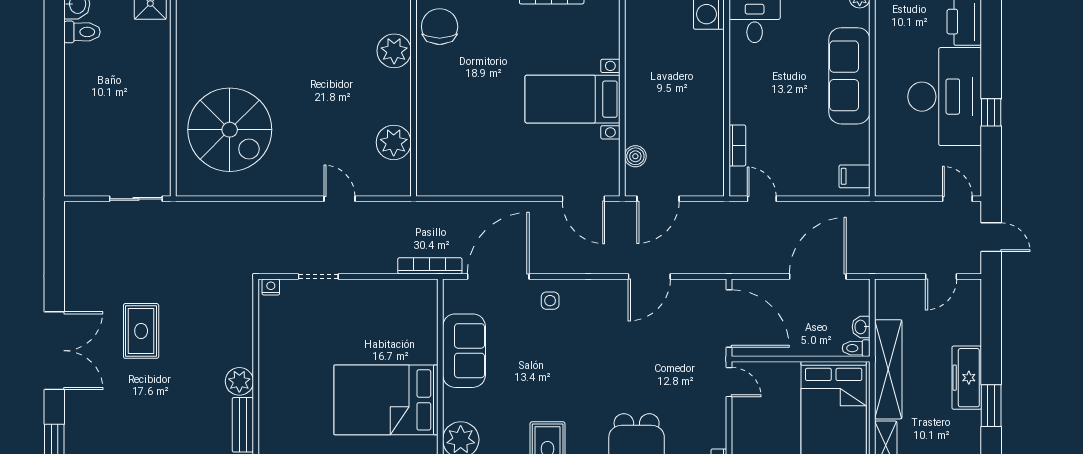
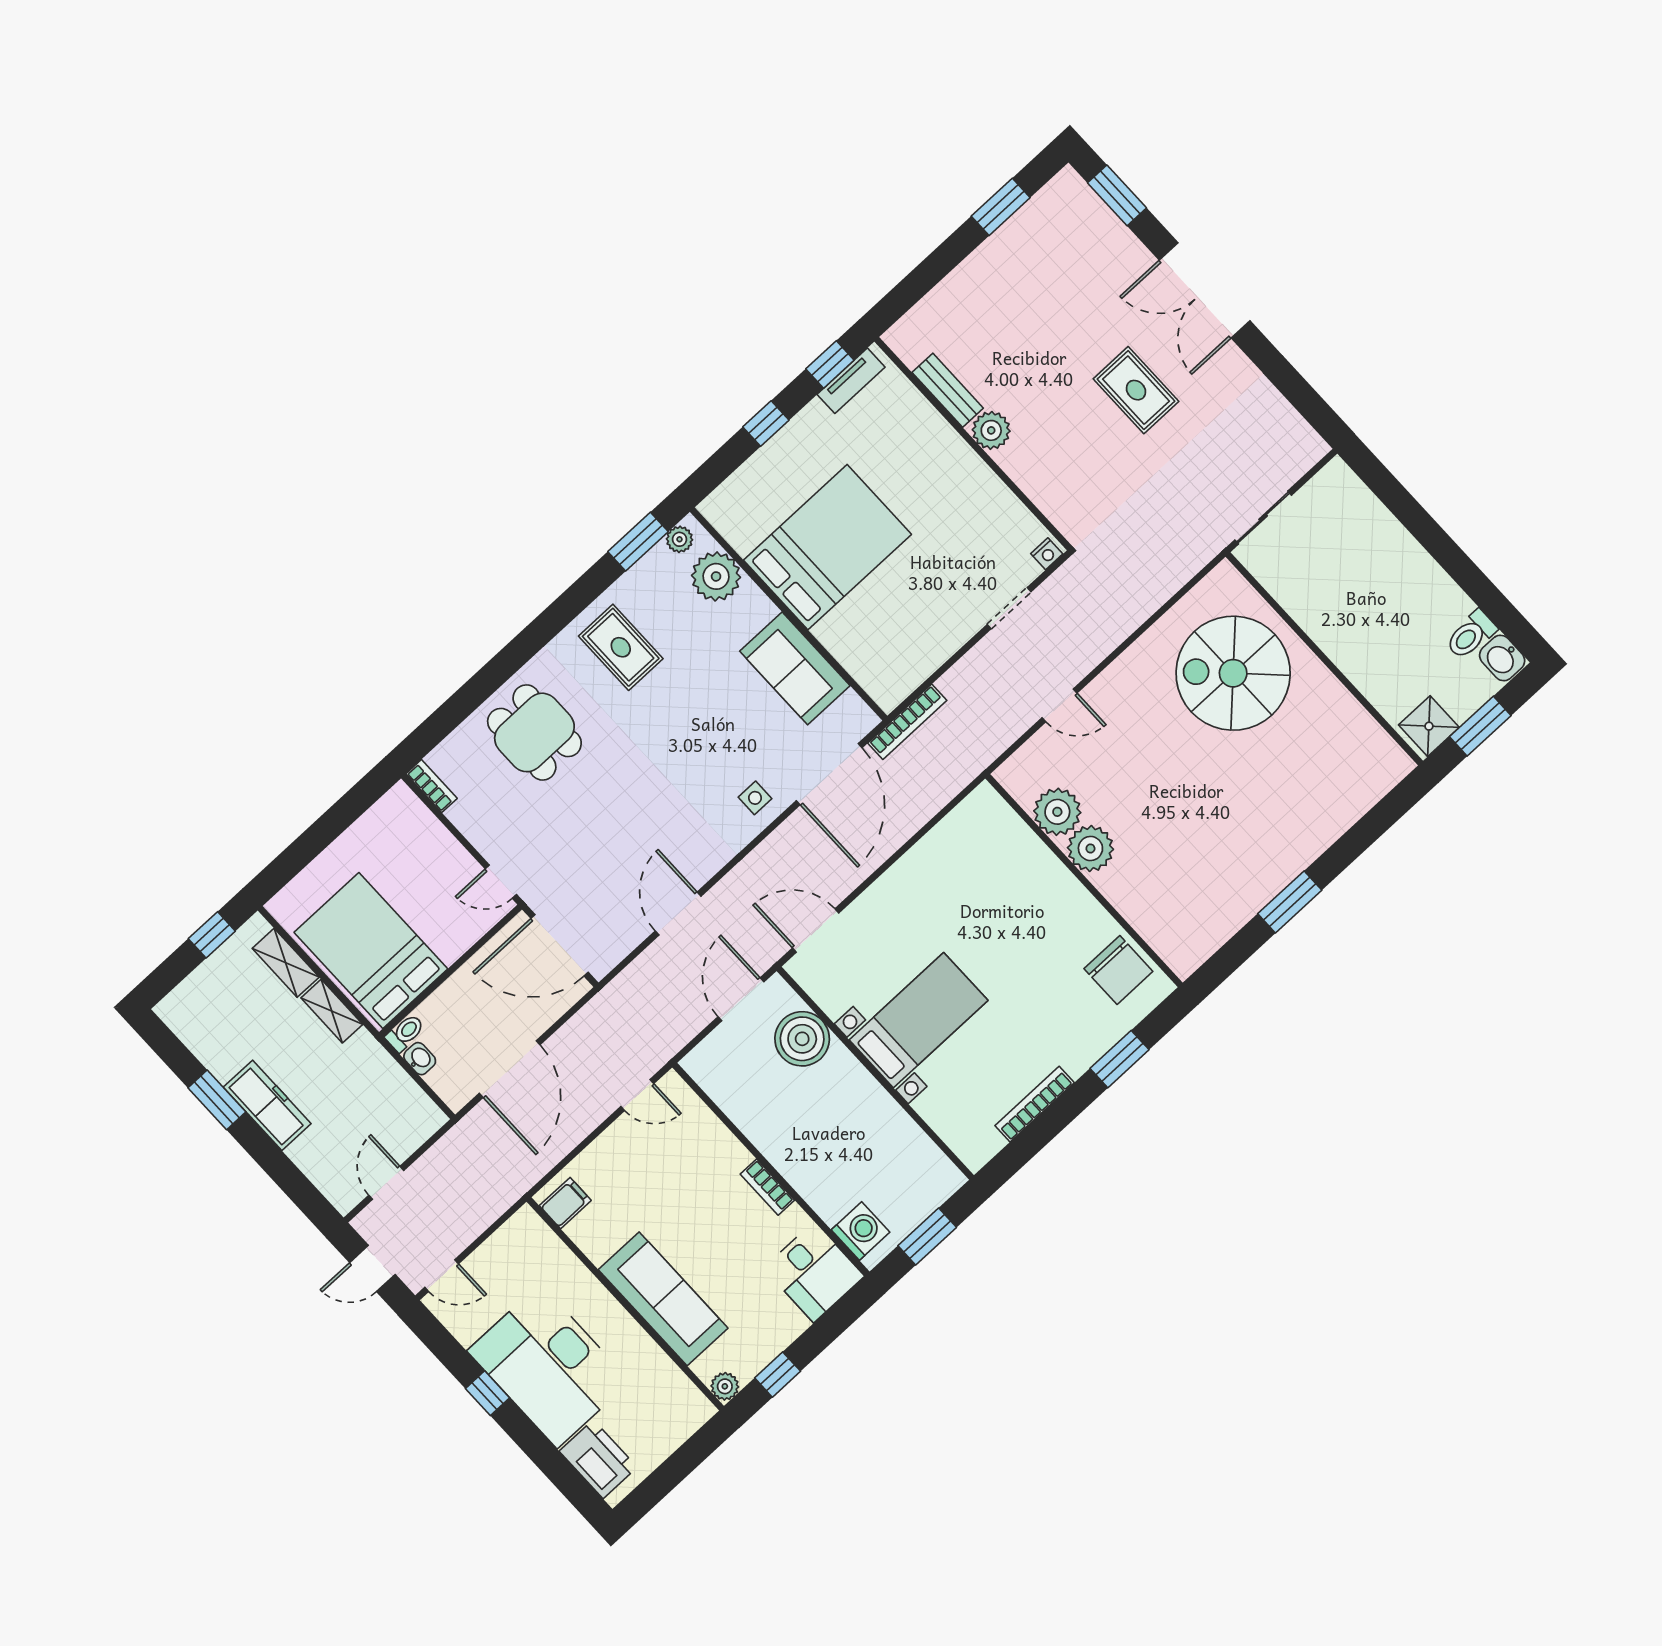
plant: (394, 51) -> (1090, 848), moved
bookcase: (737, 145) -> (767, 1187), moved
boiler: (635, 156) -> (802, 1039), width x1.86, depth x1.86
shelving: (888, 369) -> (332, 1011), width x0.45, depth x0.75

